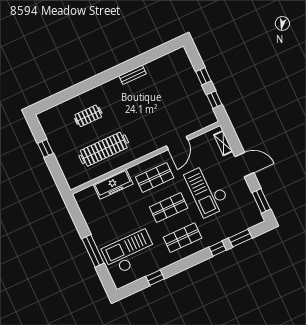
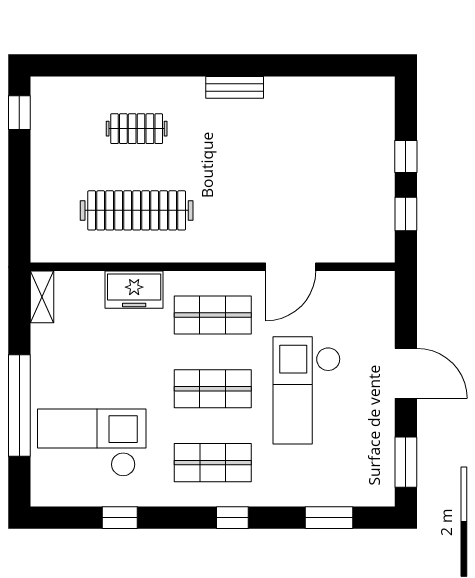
bench: (133, 75) -> (235, 87), moved
shelving: (223, 143) -> (42, 297), moved
window: (45, 148) -> (19, 113), moved
freezer: (113, 184) -> (134, 290), width x0.71
window: (218, 249) -> (232, 518), moved
window: (93, 251) -> (19, 406), width x1.46

